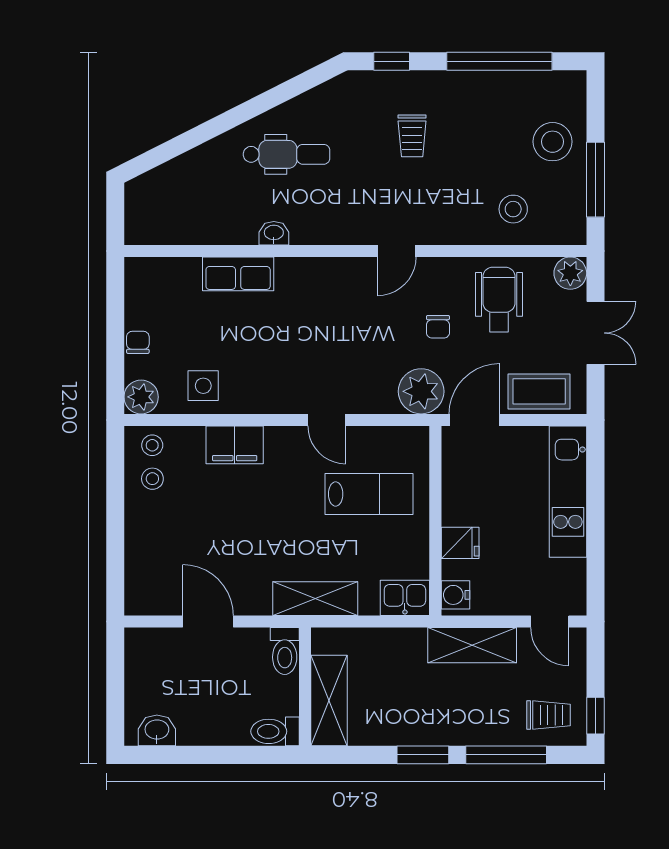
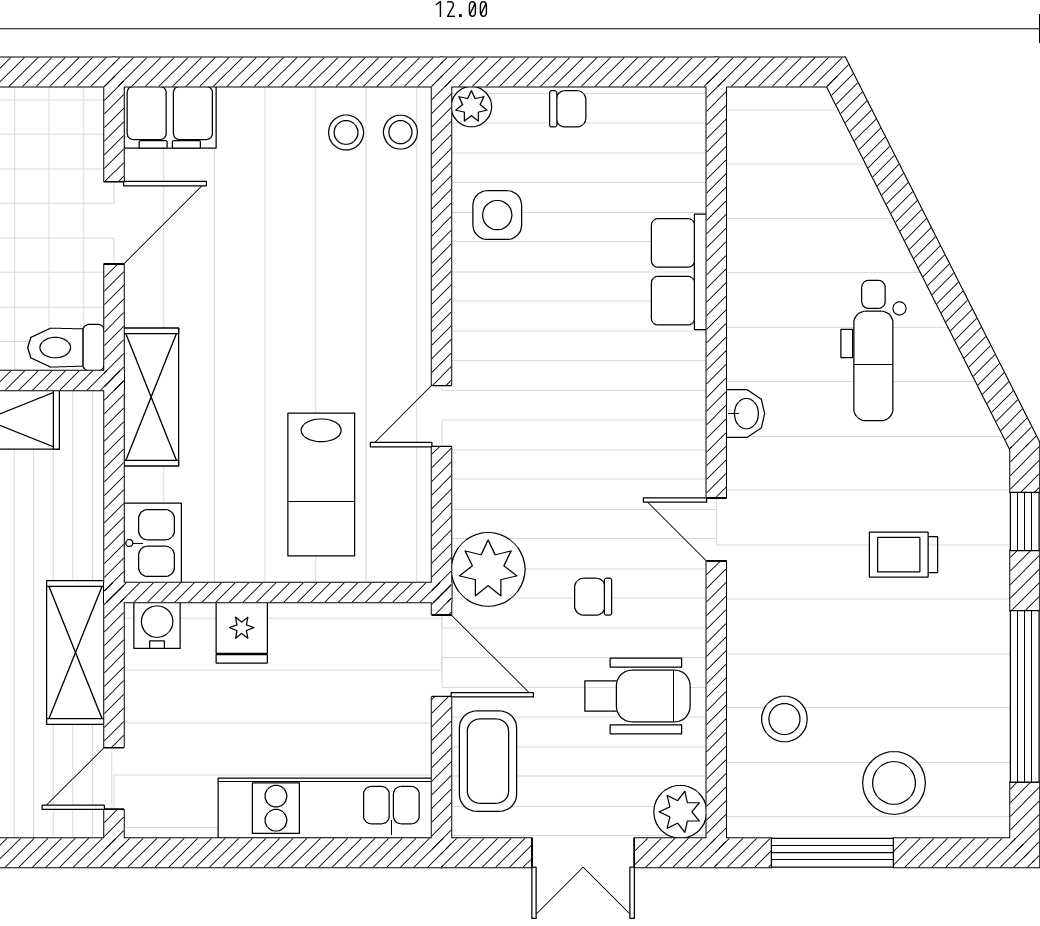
washbasin: (274, 233) -> (745, 414), moved
plant: (141, 397) -> (471, 107), width x0.73, depth x0.73
filing cabinet: (235, 445) -> (170, 117), moved, turned -90

